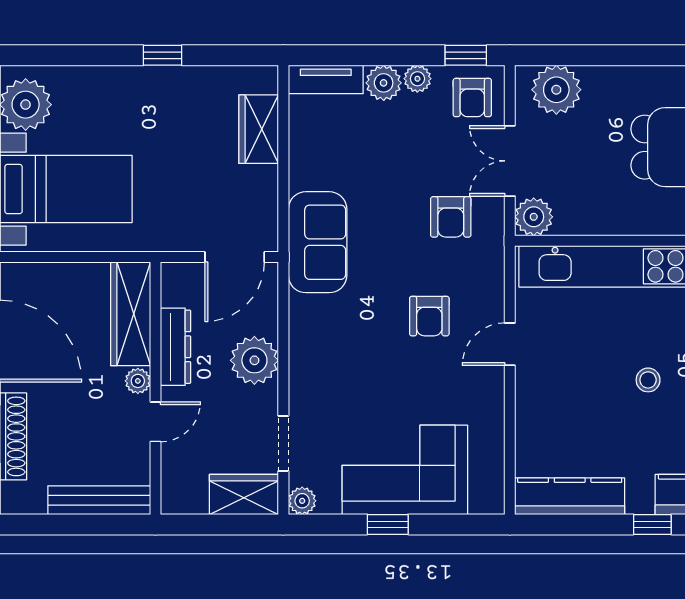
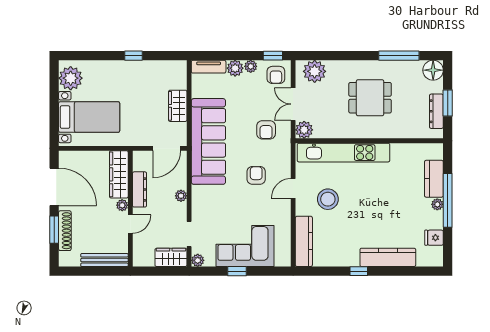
wardrobe: (259, 129) -> (178, 106), moved
sofa: (318, 242) -> (208, 141), width x1.85, depth x1.27
armchair: (429, 316) -> (256, 175), turned 180
plant: (254, 360) -> (181, 196), width x0.53, depth x0.53
stool: (648, 380) -> (328, 199), moved, width x1.89, depth x1.89
kitchen counter: (570, 496) -> (304, 241), moved, turned 90

